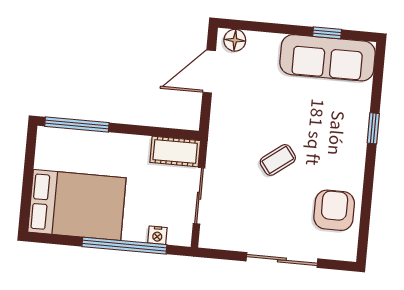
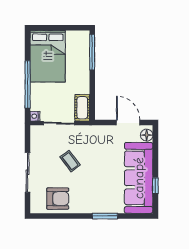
sofa: (328, 58) -> (139, 178), width x1.36, depth x1.27
window: (373, 128) -> (105, 216), width x1.50
coffee table: (278, 160) -> (70, 161), moved
nightstand: (157, 235) -> (35, 116), moved

